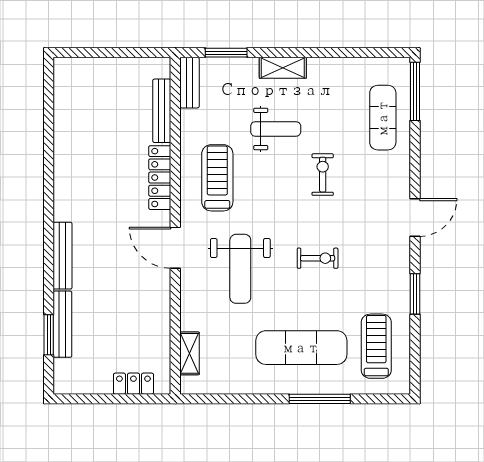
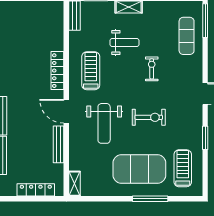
bench: (162, 111) -> (59, 144), moved
exercise bike: (318, 258) -> (149, 117), width x1.38, depth x1.39
exercise mat: (301, 348) -> (139, 169), width x1.47
shelving: (189, 353) -> (75, 184), moved
locker: (133, 384) -> (36, 190), width x1.53

